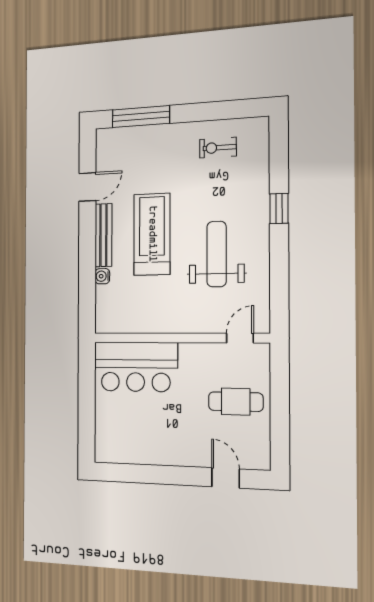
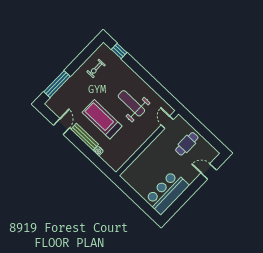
window: (279, 209) -> (119, 51), moved
bar counter: (136, 367) -> (167, 192), moved, turned 180

